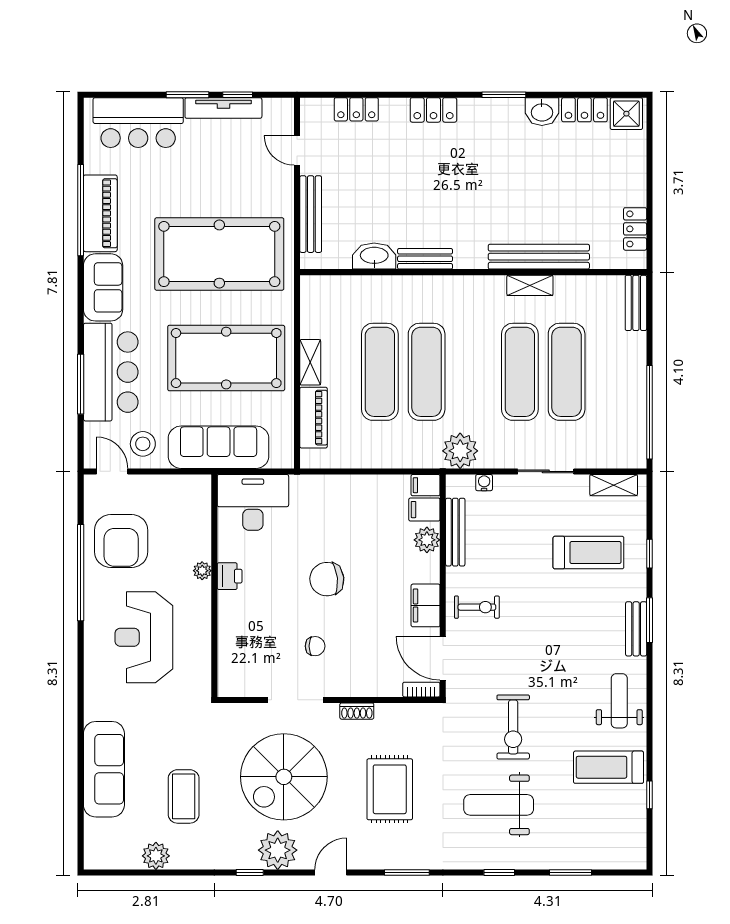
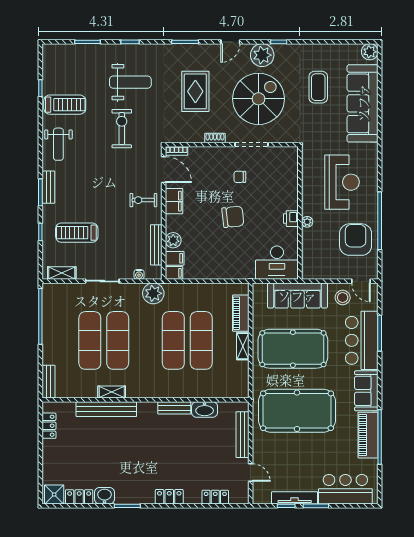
sofa: (104, 769) -> (363, 103), width x1.36, depth x1.27
plant: (156, 856) -> (370, 52), moved

